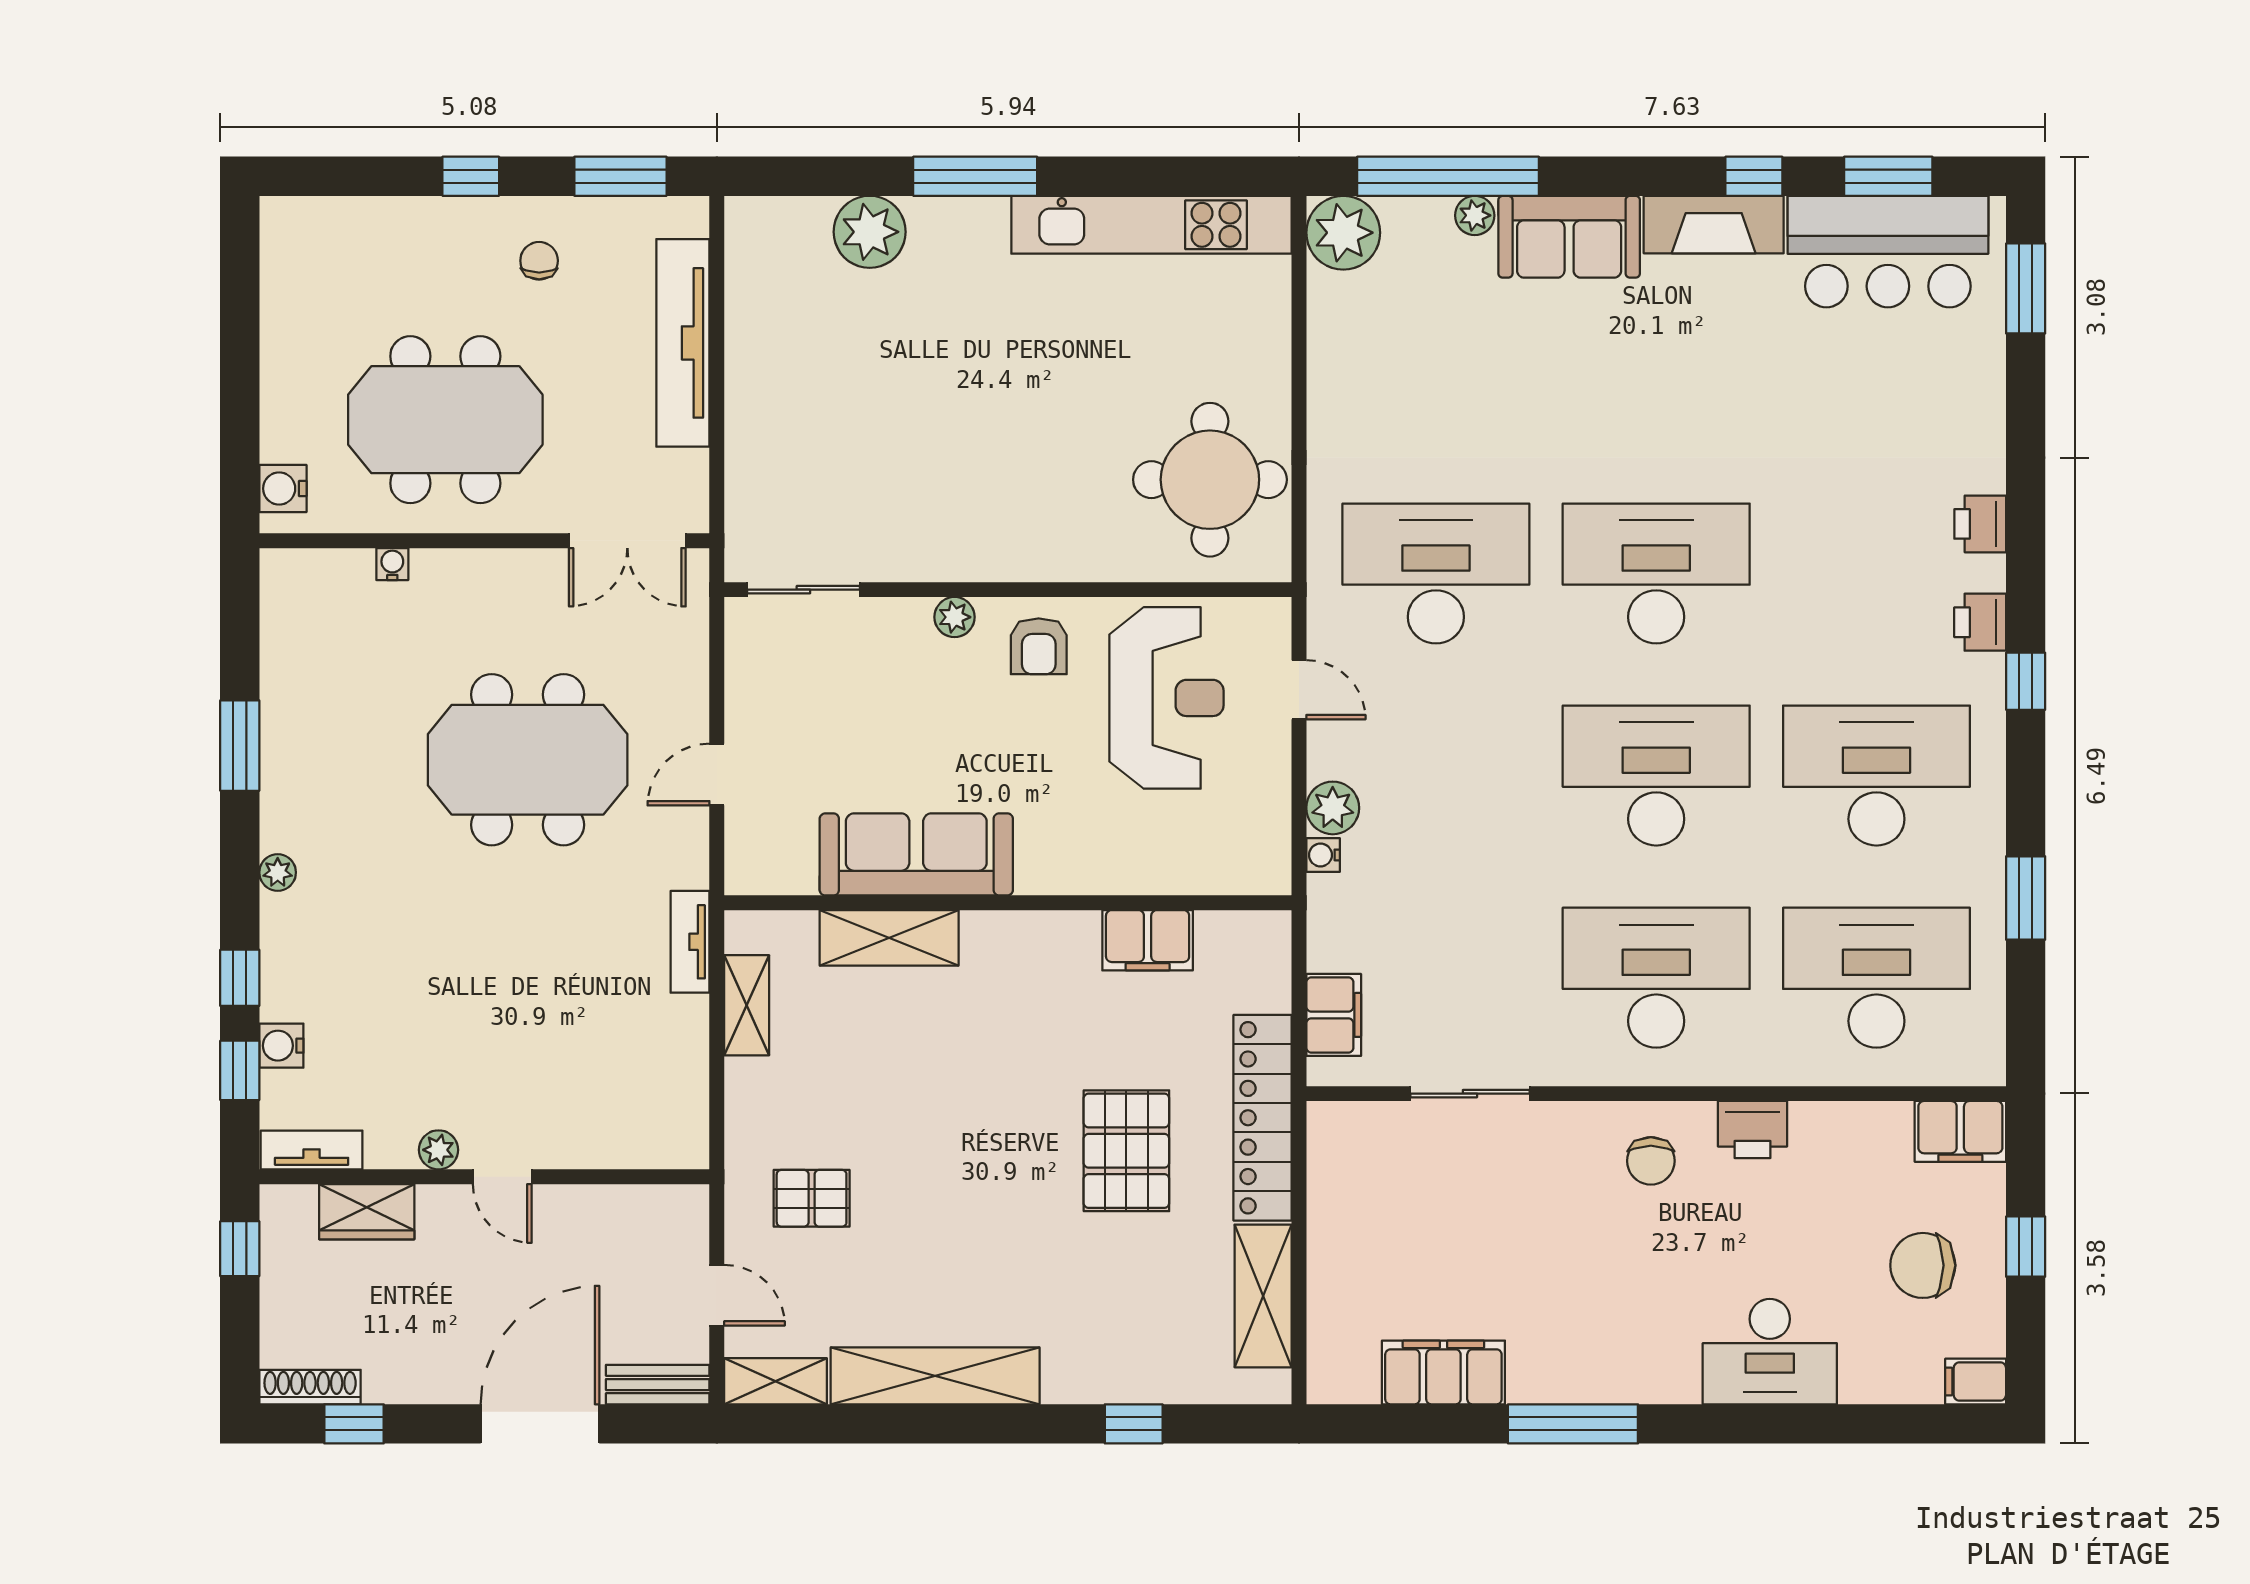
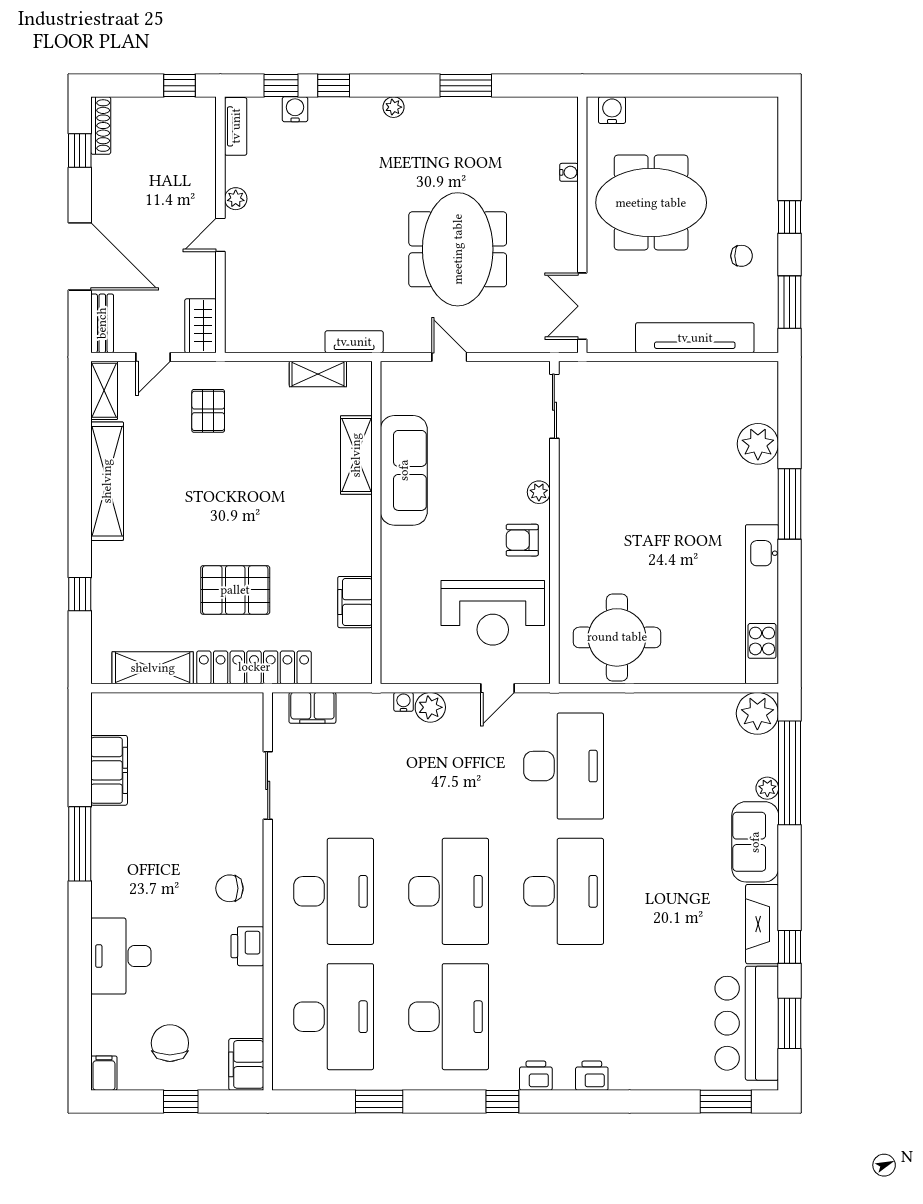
meeting table: (445, 420) -> (651, 203), turned 90
wardrobe: (367, 1212) -> (201, 326), moved

